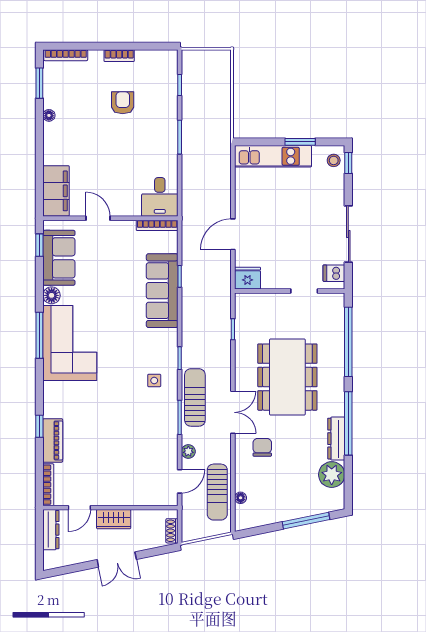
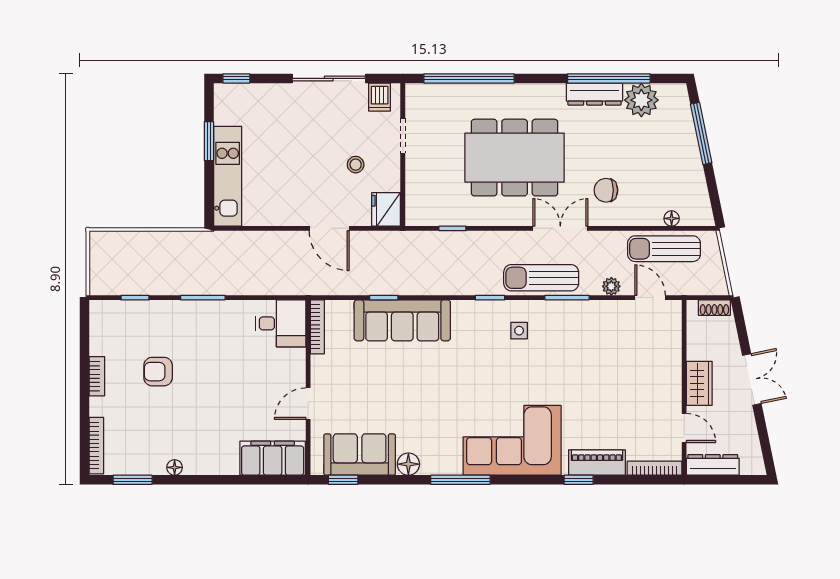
stool: (334, 160) -> (356, 165), moved
corner sofa: (70, 343) -> (512, 440), moved
window: (348, 423) -> (609, 78), moved
sun lounger: (217, 492) -> (664, 249), turned 180

